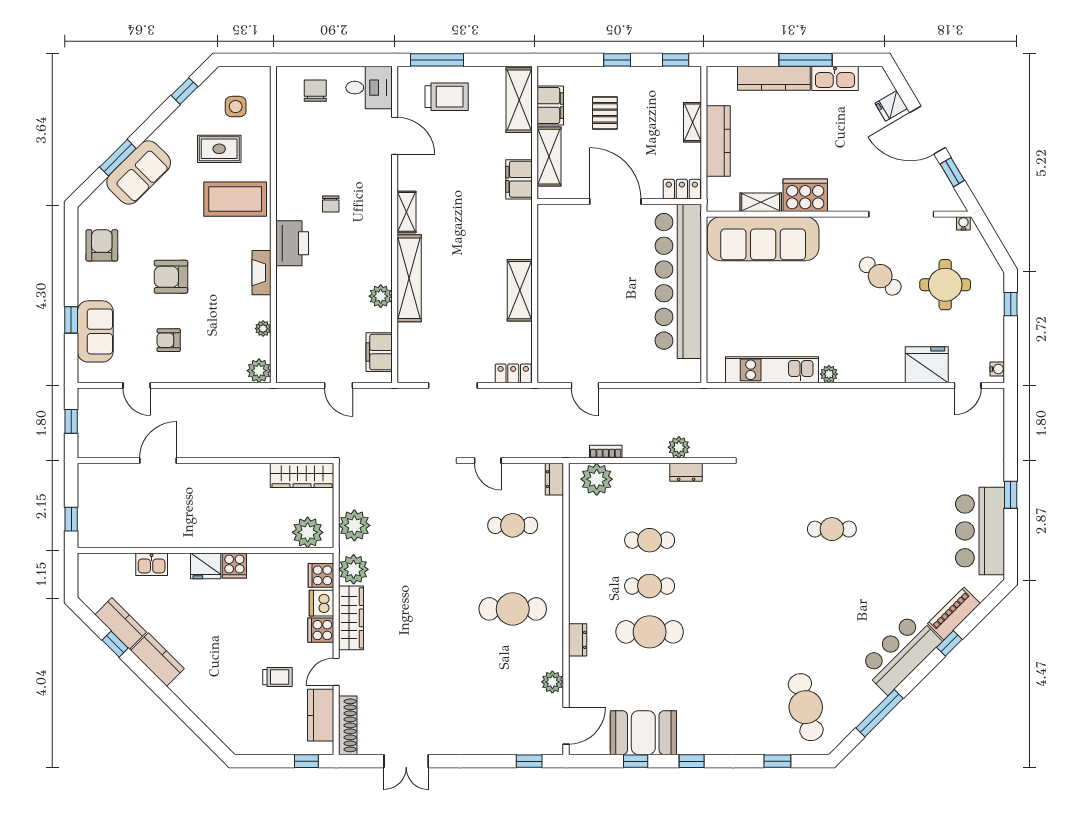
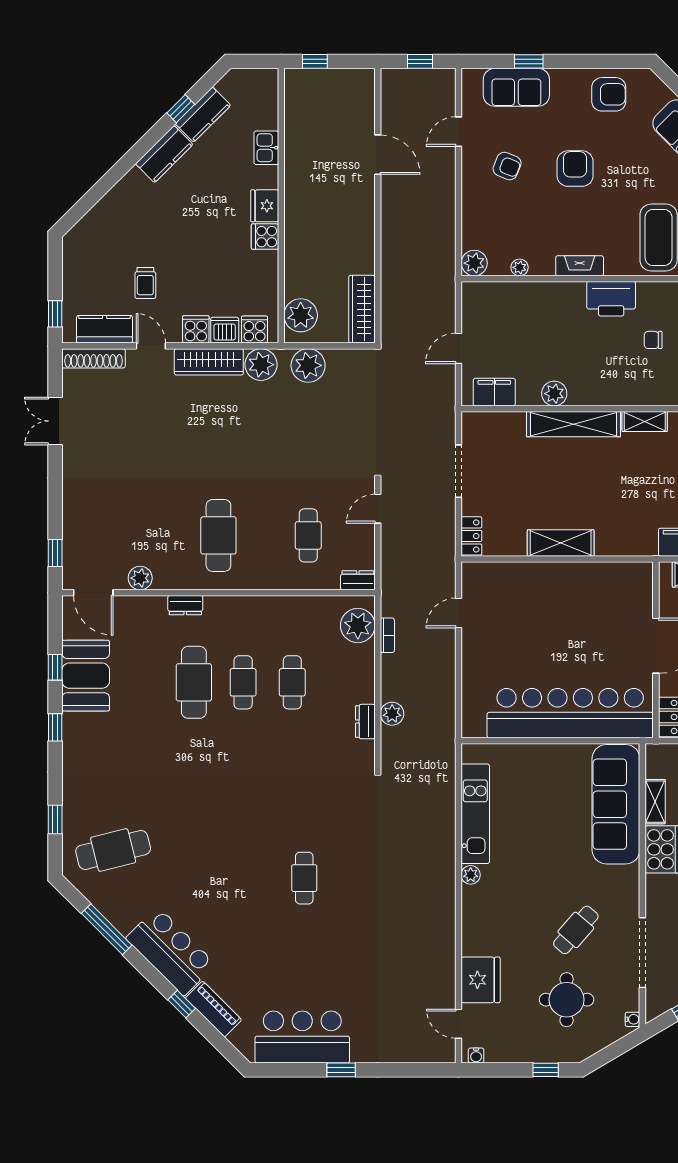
armchair: (169, 340) -> (507, 166), turned 112

